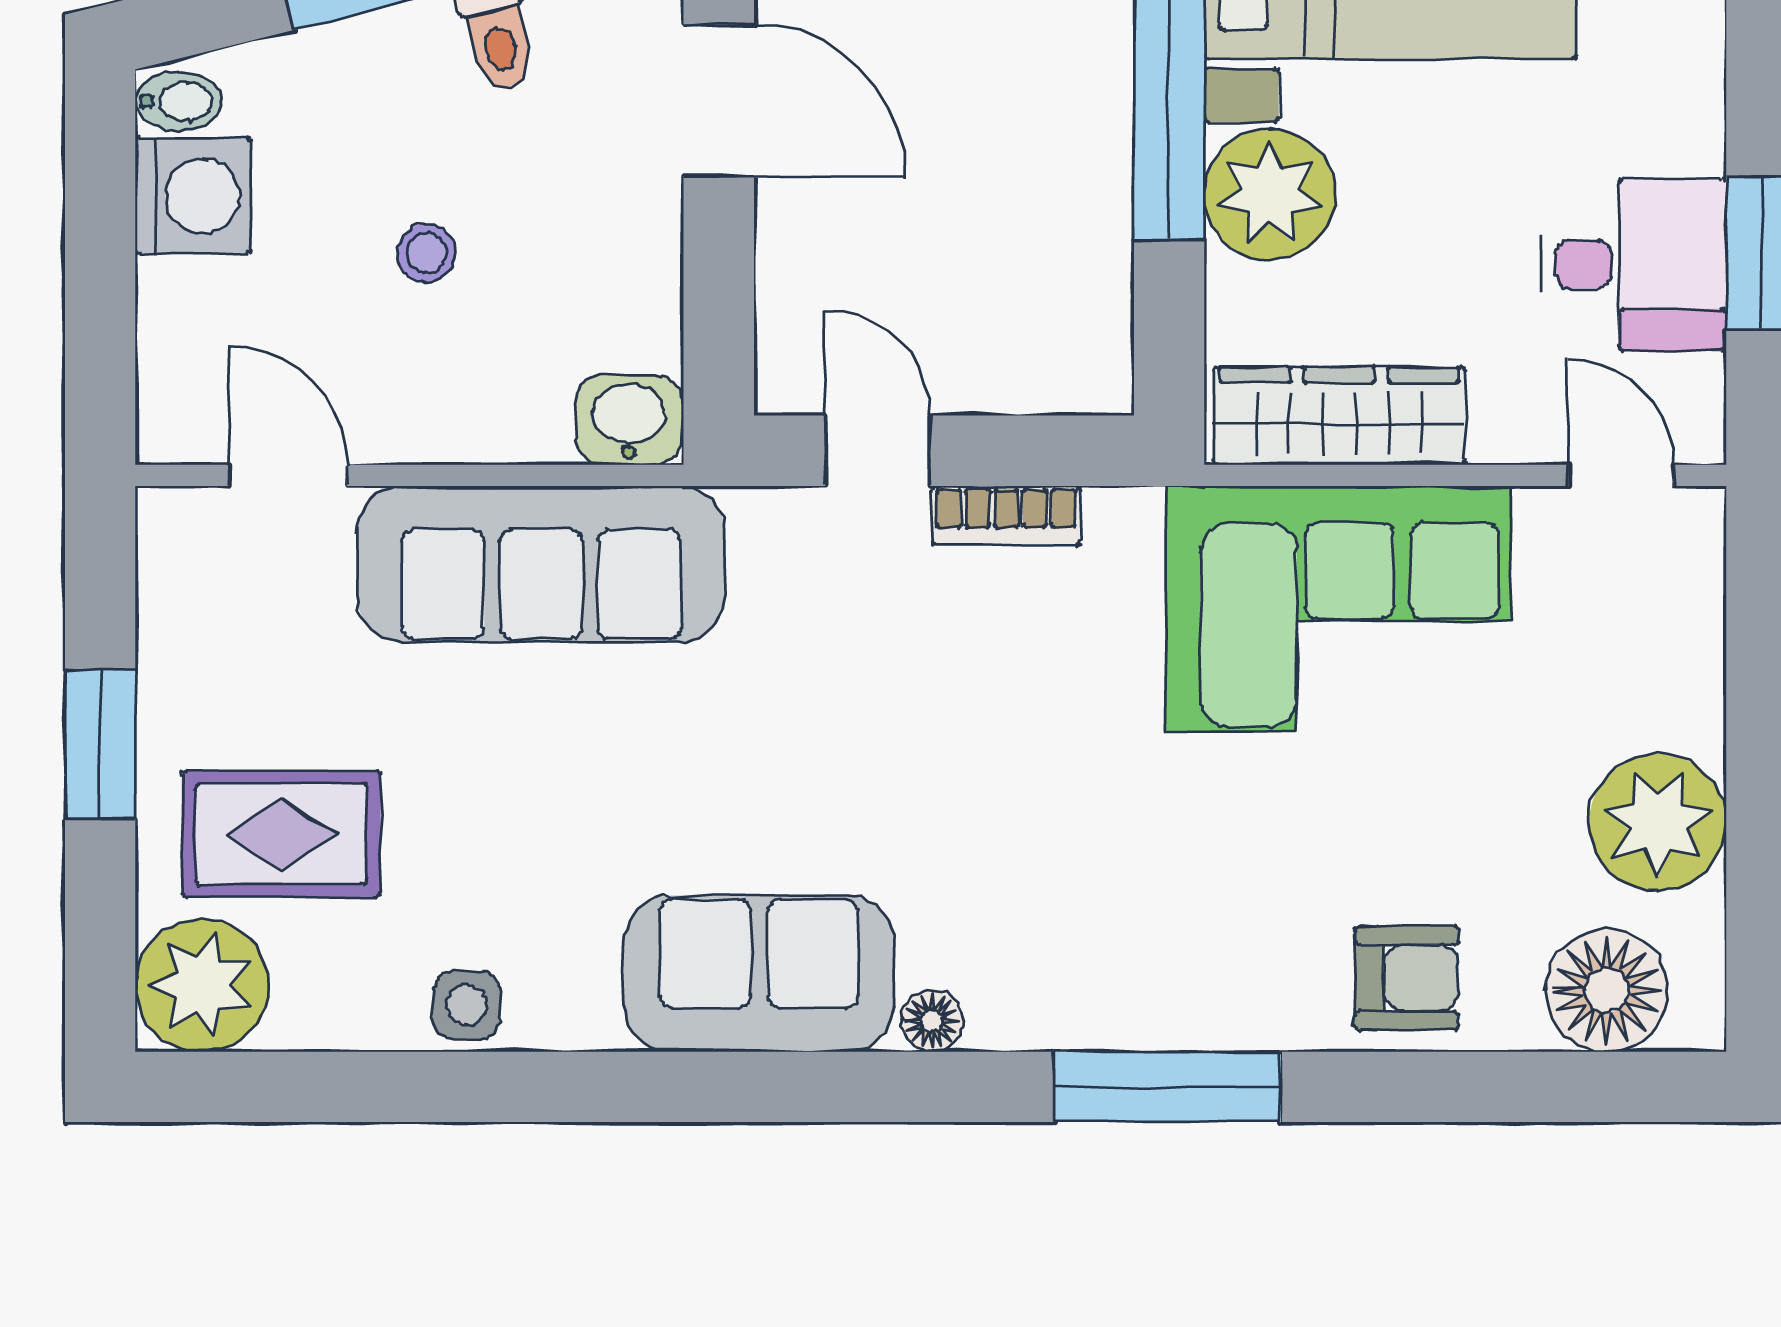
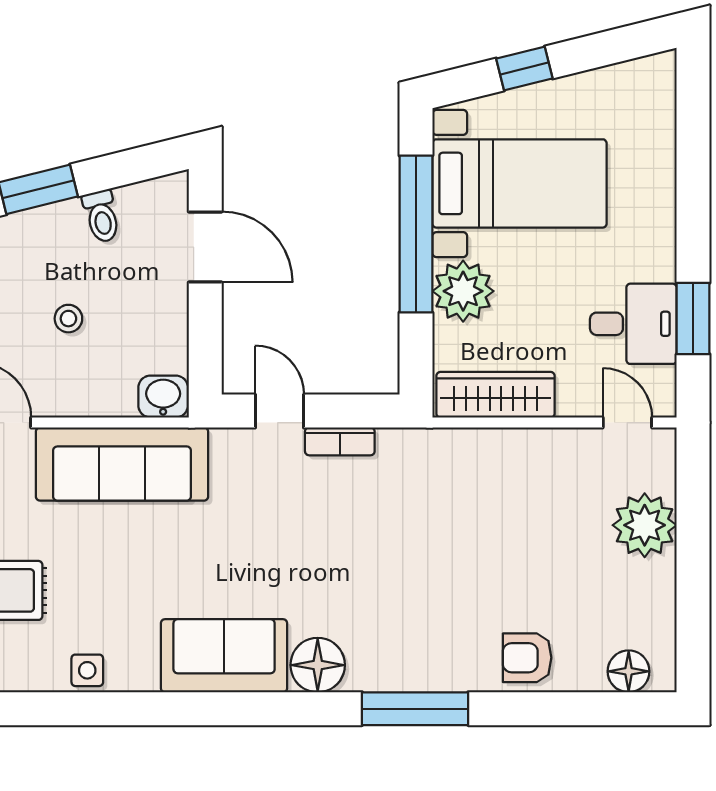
corner sofa: (1338, 609) -> (495, 485), removed
plant: (1658, 822) -> (645, 525), moved
armchair: (1407, 978) -> (527, 658), turned 180
floor lamp: (1607, 990) -> (629, 671), width x0.73, depth x0.73
floor lamp: (932, 1021) -> (318, 665), width x1.89, depth x1.89

